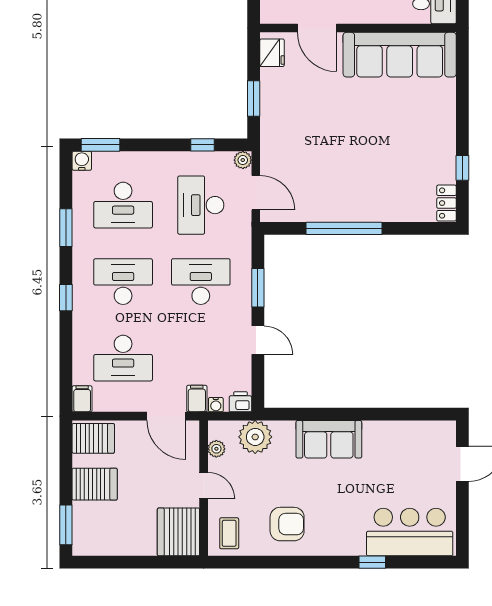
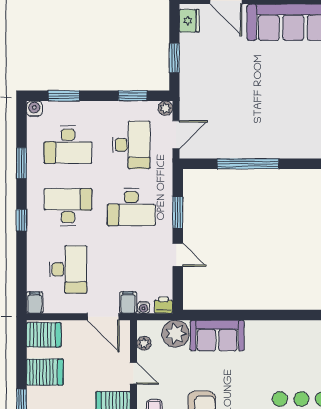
window: (101, 145) -> (64, 96), moved
window: (203, 145) -> (133, 96), width x1.50
door: (256, 193) -> (176, 135), hinge flipped
desk: (201, 205) -> (131, 145), turned 180
desk: (201, 282) -> (131, 207), turned 180
desk: (123, 358) -> (68, 269), turned -90
sofa: (329, 439) -> (217, 336), moved

